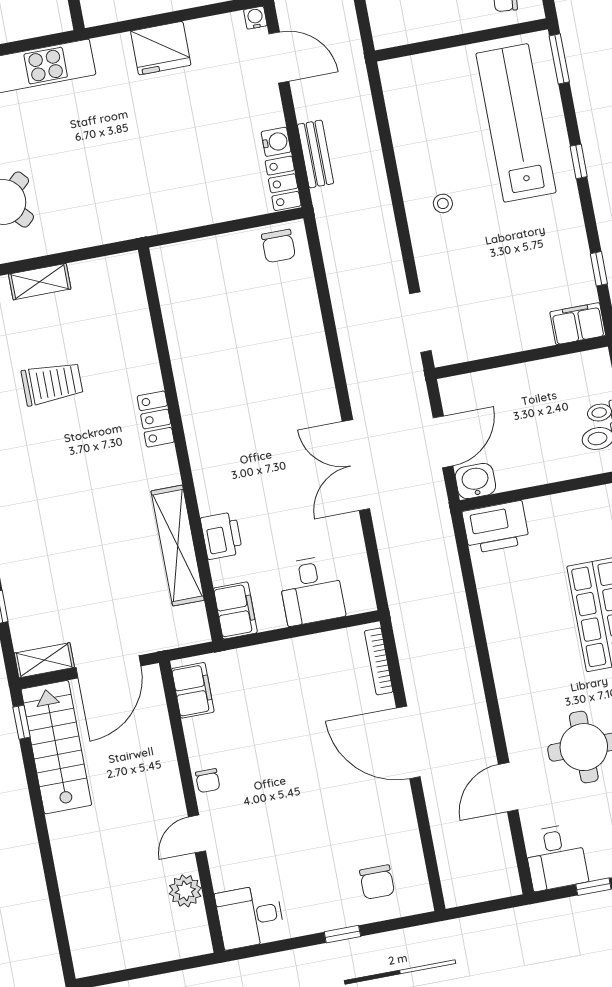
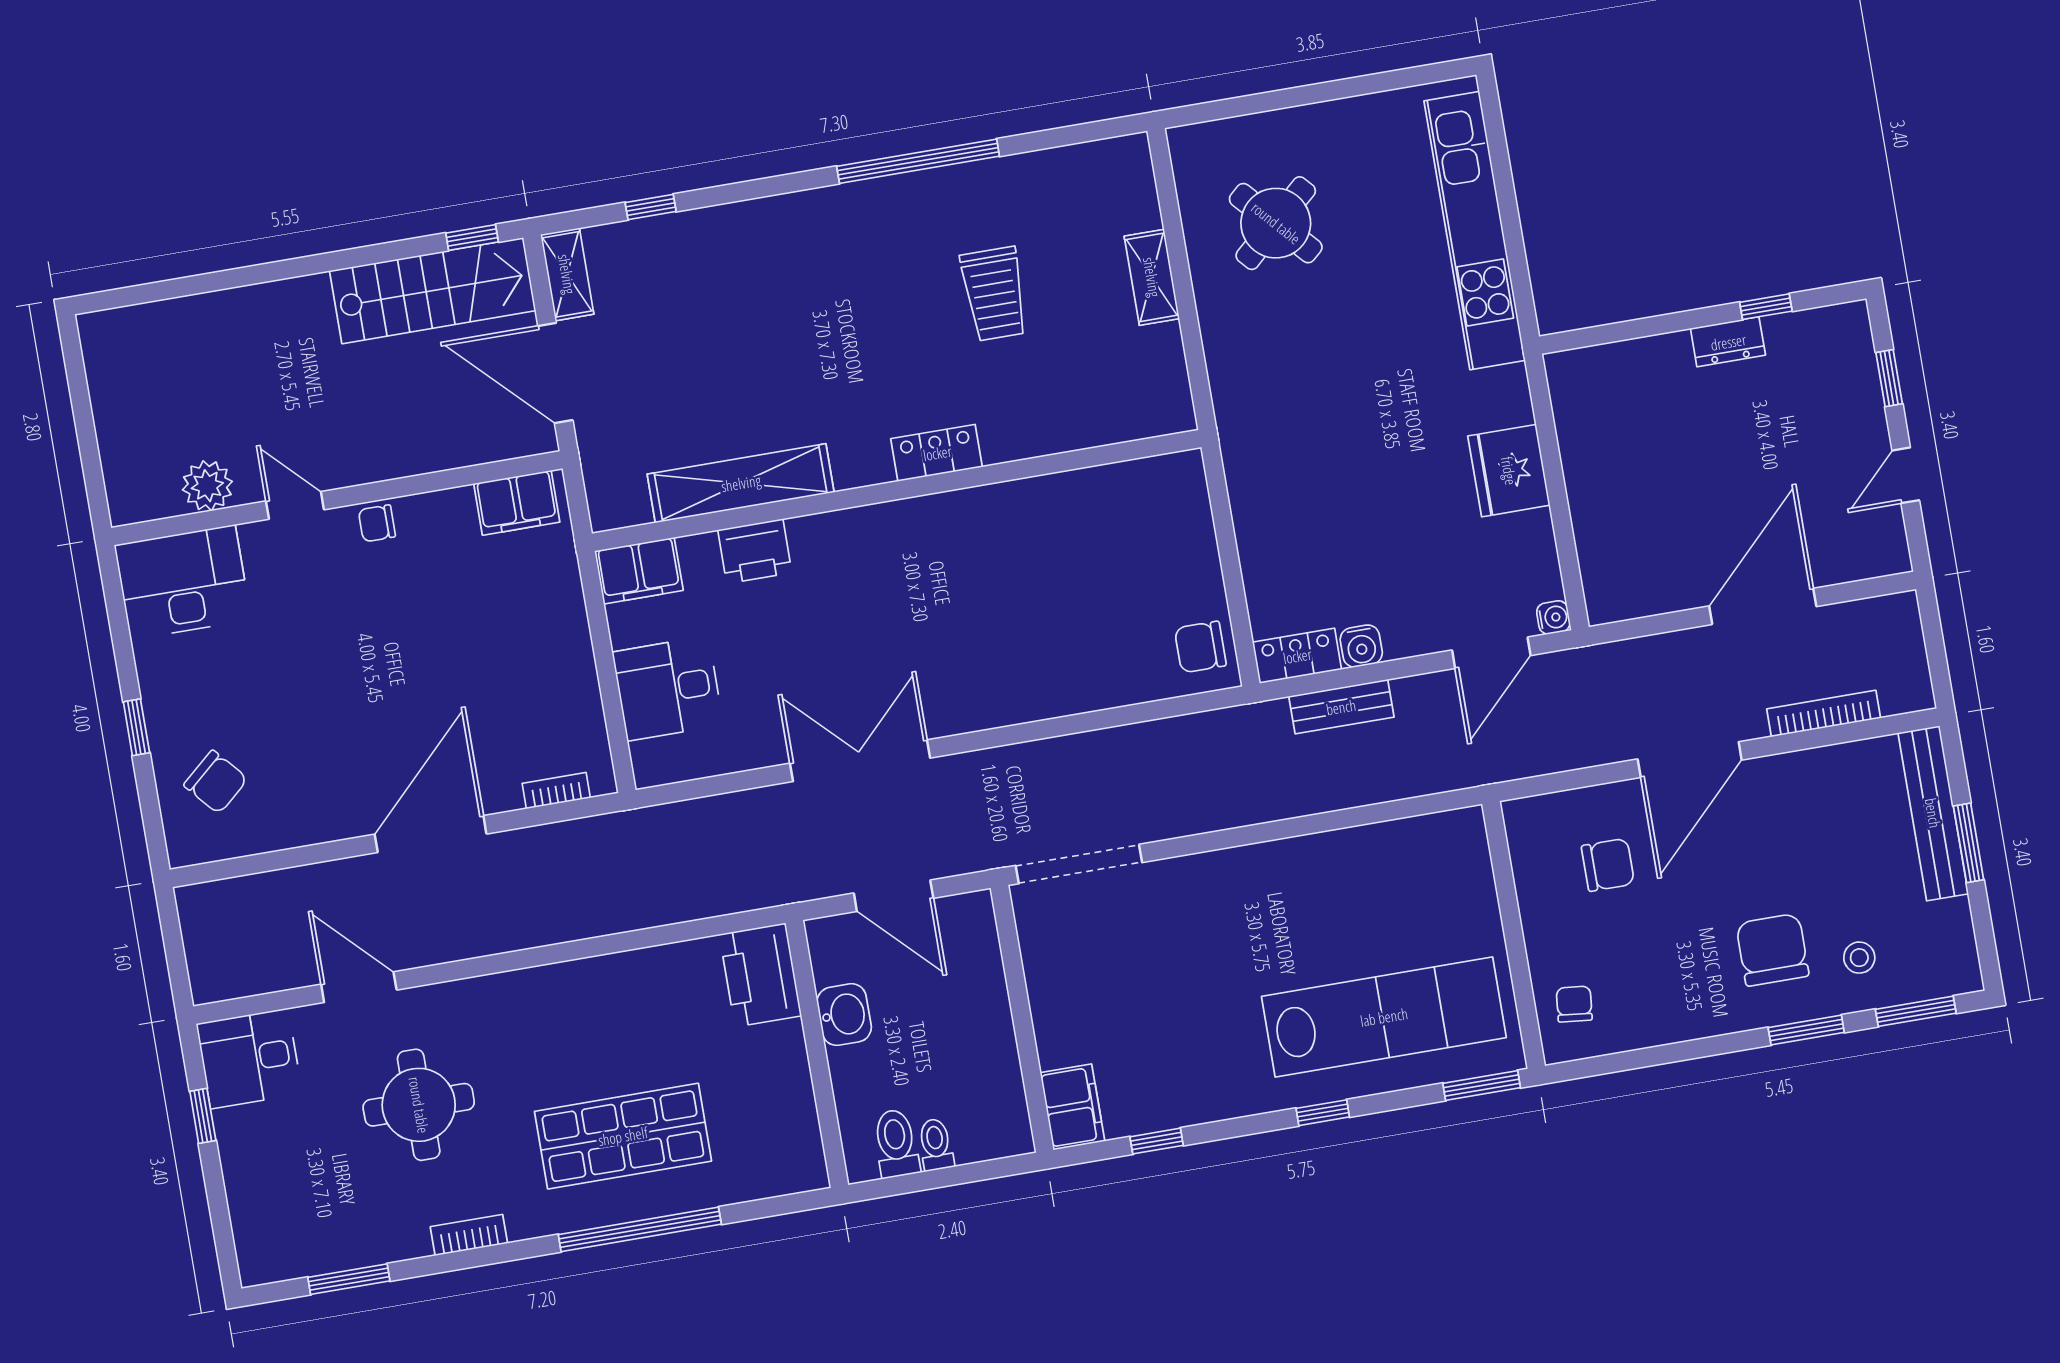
stool: (443, 203) -> (1262, 902), removed
doorway: (420, 322) -> (1079, 864), width x1.36
washbasin: (475, 481) -> (844, 1015), moved
bookcase: (379, 661) -> (556, 791), width x0.64
chair: (377, 882) -> (216, 782), turned -131
desk: (250, 916) -> (183, 582), width x1.37

